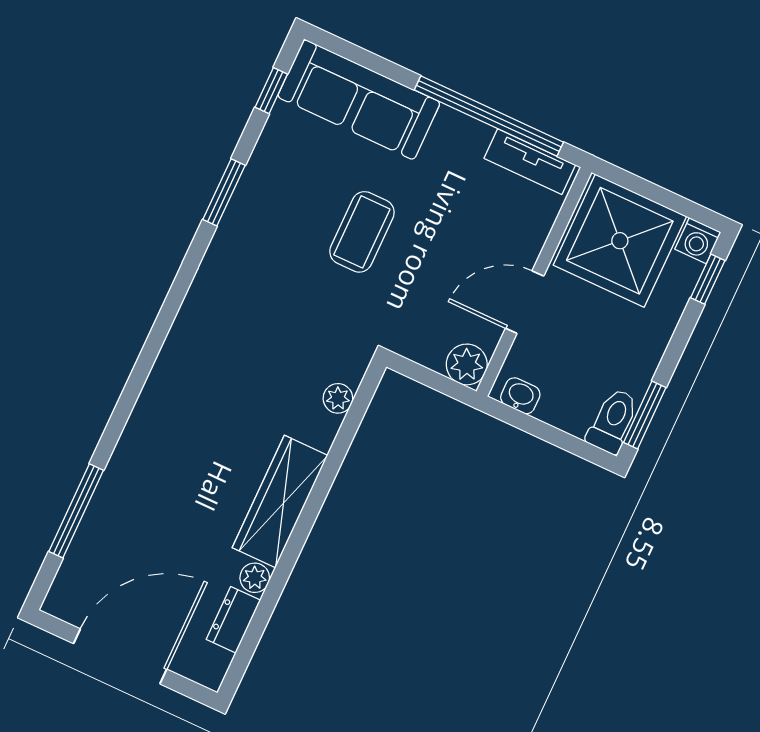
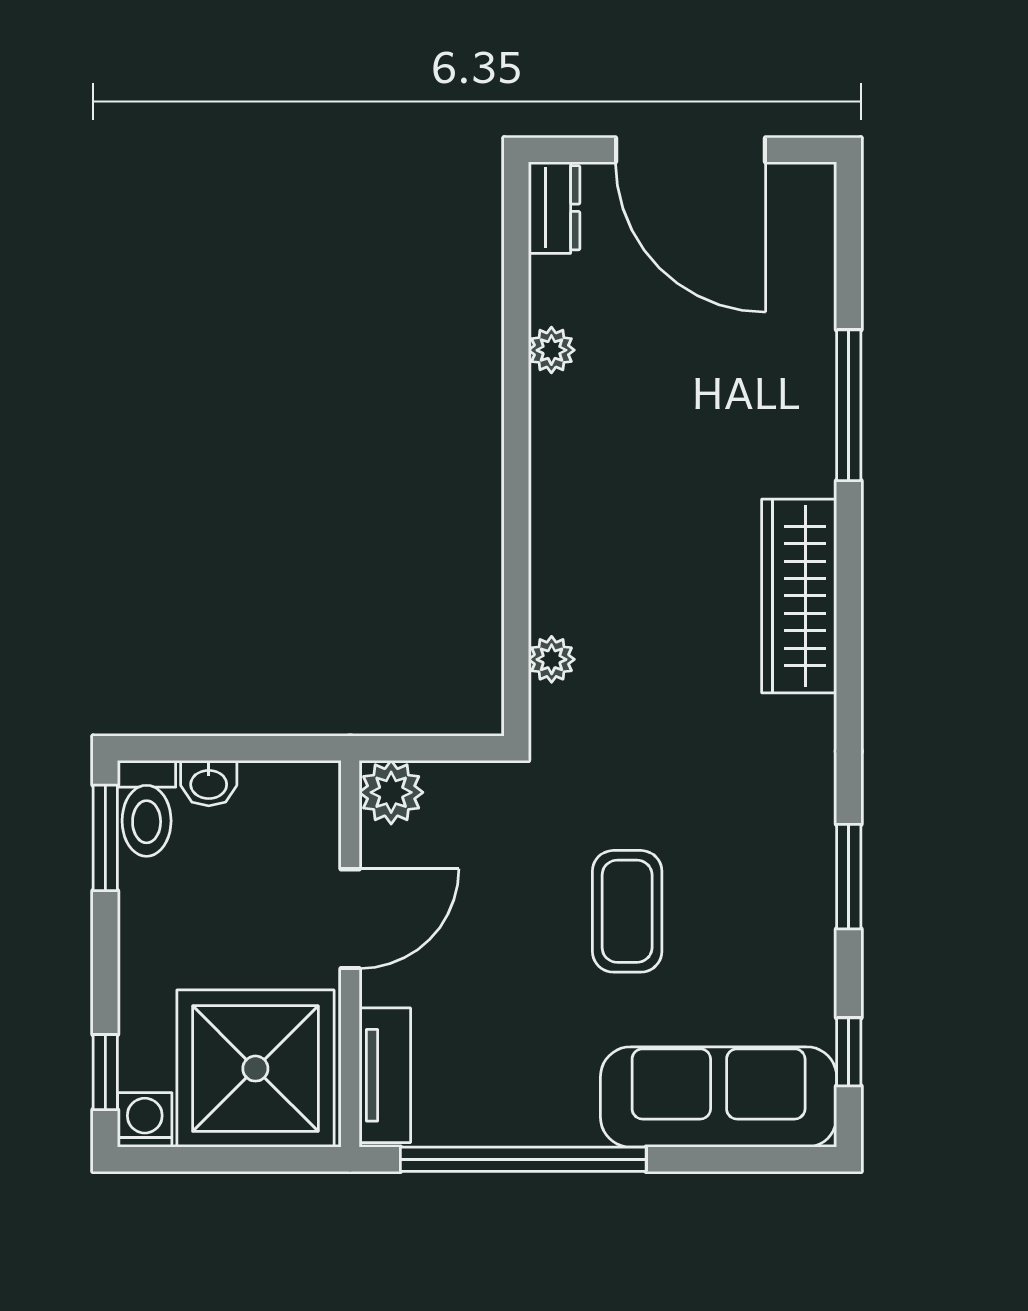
tv unit: (530, 162) -> (385, 1075), moved, turned 90
washbasin: (520, 396) -> (209, 783), moved
wardrobe: (280, 501) -> (799, 596), moved, turned 180
window: (76, 511) -> (849, 405), moved
dresser: (233, 620) -> (554, 208), moved
door: (120, 656) -> (691, 150), hinge flipped

